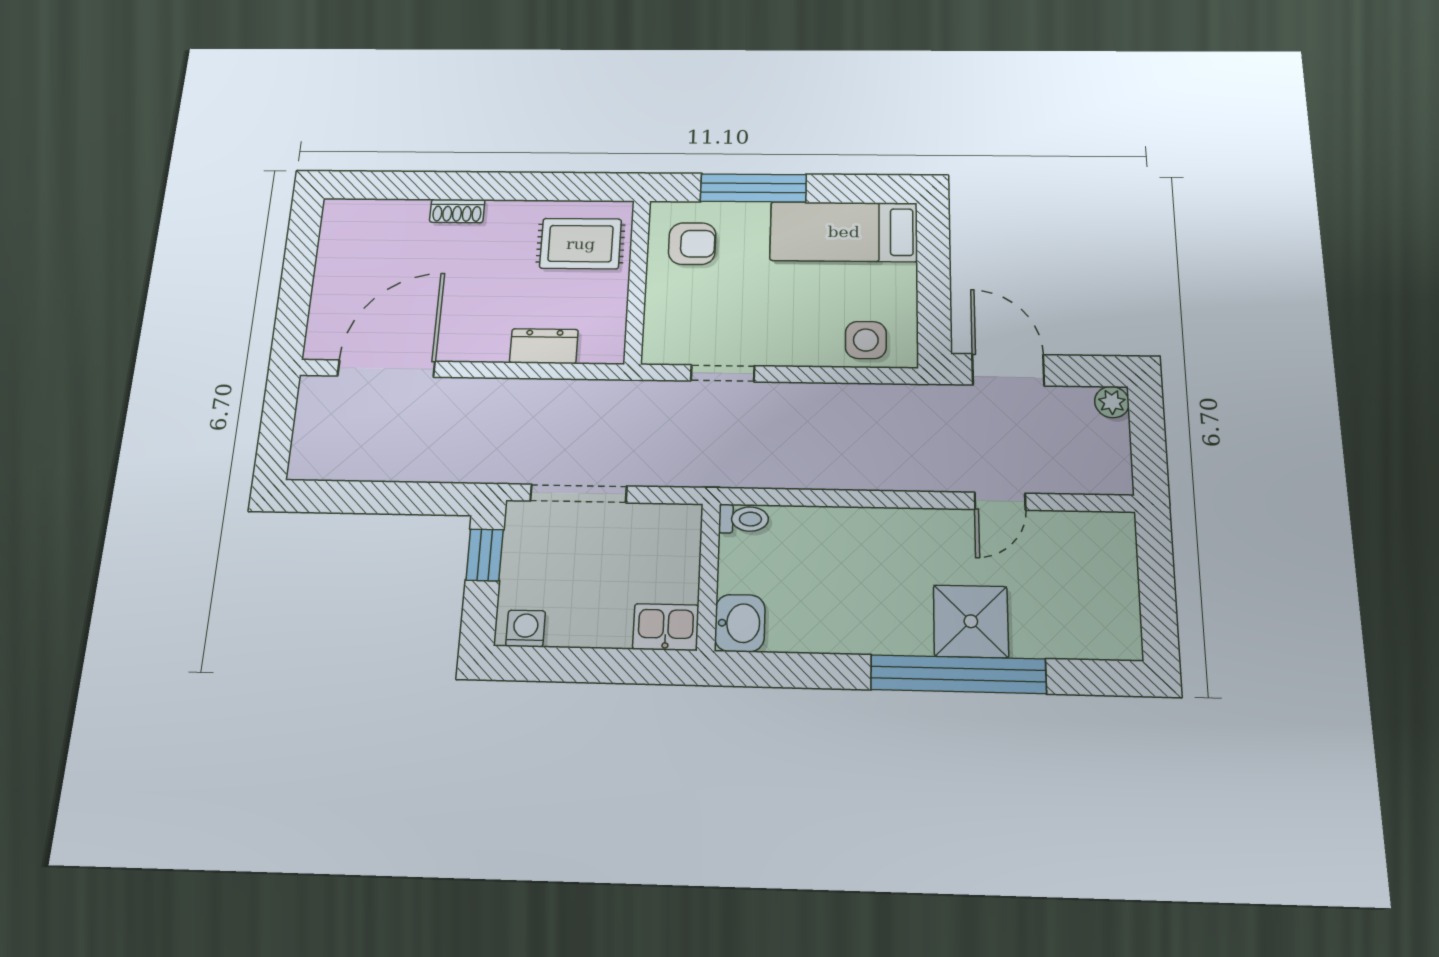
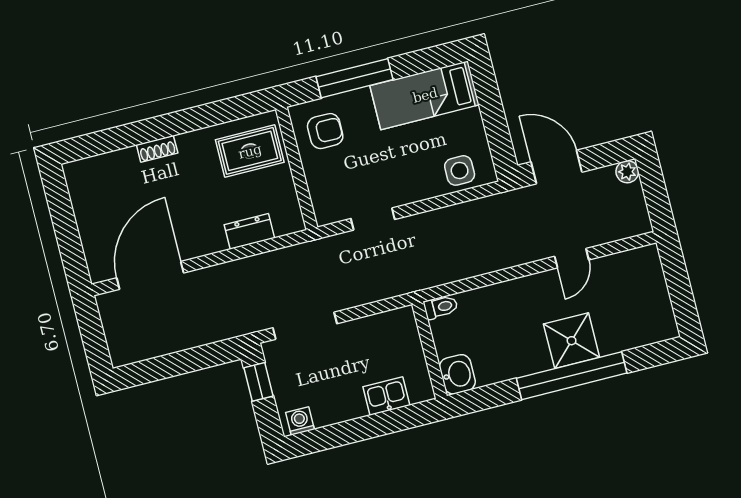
toilet: (744, 519) -> (441, 307), moved
wall: (708, 576) -> (429, 350), moved
washbasin: (740, 623) -> (457, 374), moved

